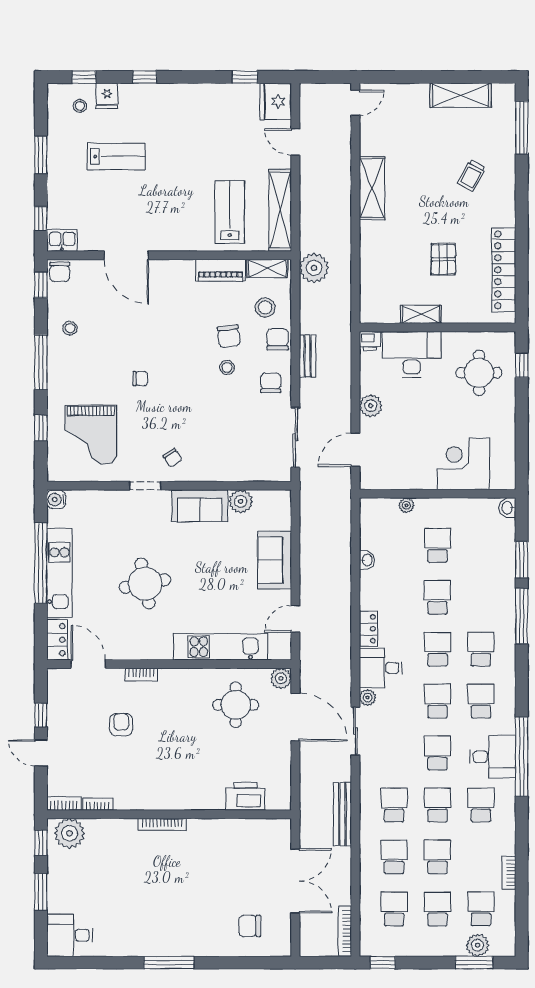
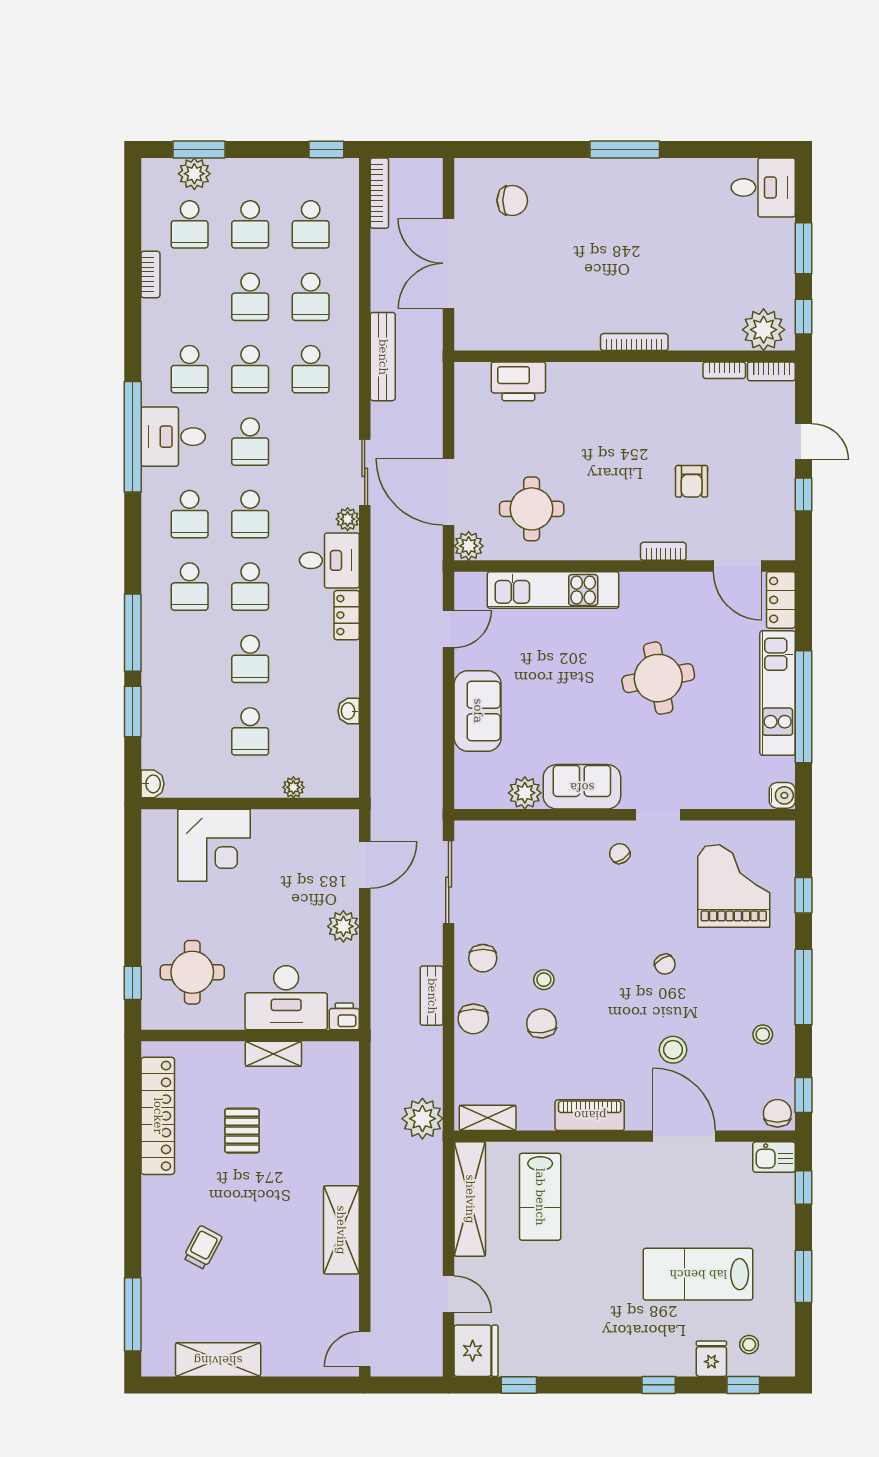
lab bench: (116, 156) -> (698, 1274), width x1.36, depth x1.39
piano: (221, 270) -> (590, 1115), moved
stool: (265, 307) -> (673, 1050), moved
chair: (140, 379) -> (665, 964), turned -120

